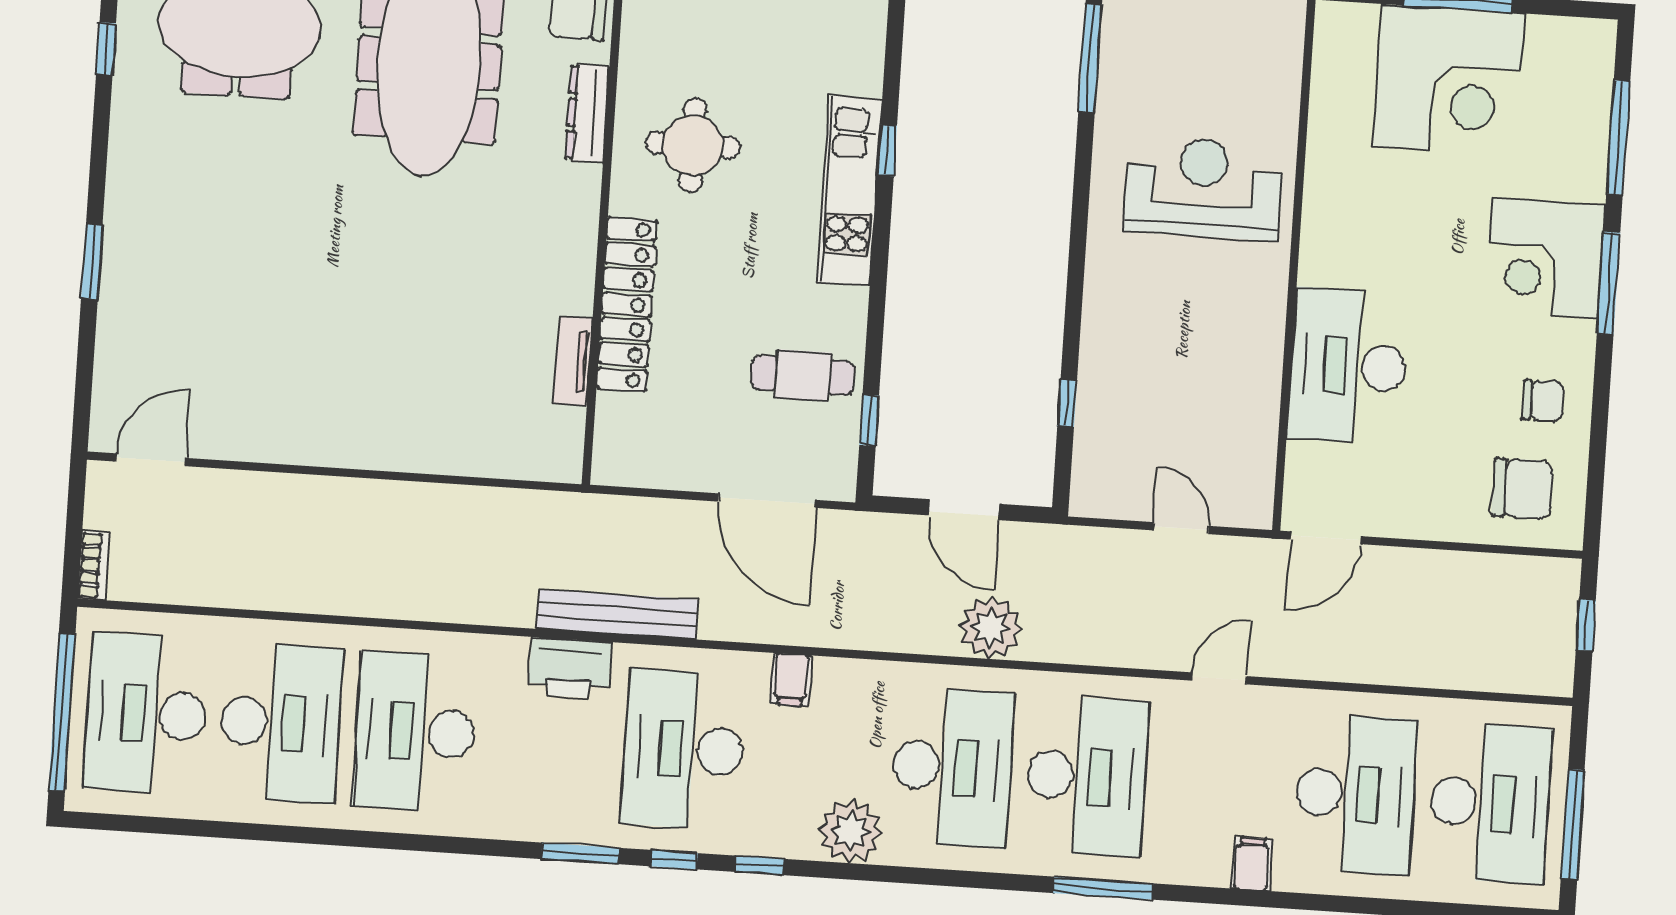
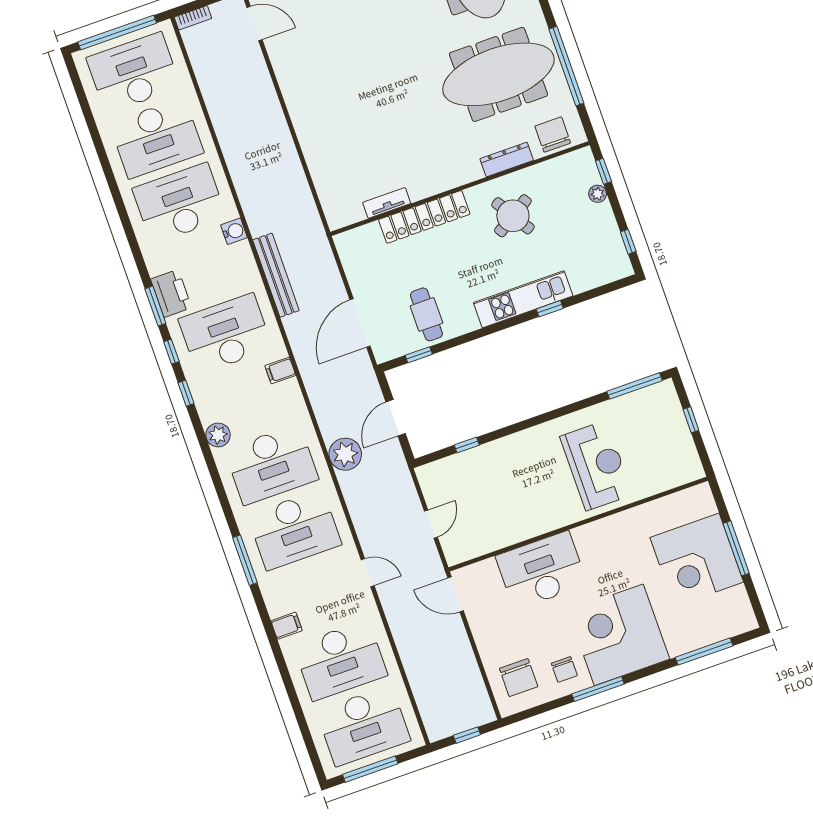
round table: (693, 145) -> (513, 216), turned -32
corner desk: (1545, 258) -> (619, 635), width x1.36, depth x1.36
window: (1609, 283) -> (598, 689), moved
water cooler: (507, 656) -> (234, 231), added
printer: (570, 668) -> (171, 293), moved, turned 180
plant: (851, 831) -> (218, 435), width x0.73, depth x0.73

